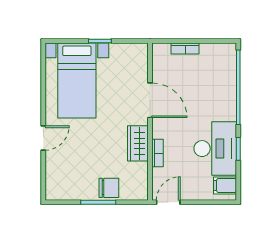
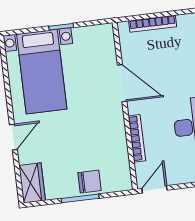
bookcase: (185, 49) -> (153, 24), width x1.56
wardrobe: (138, 143) -> (32, 183), moved, turned 180
bookcase: (158, 153) -> (137, 138), width x1.56

